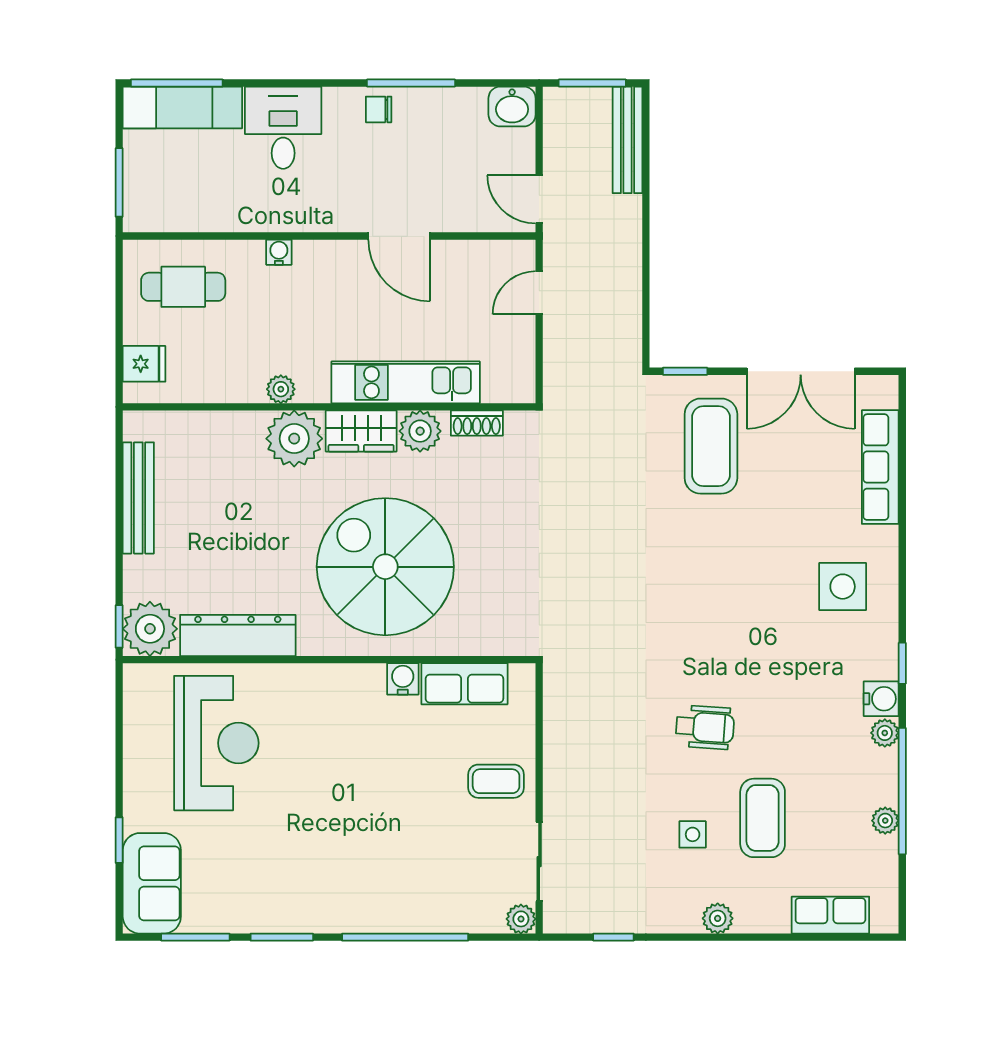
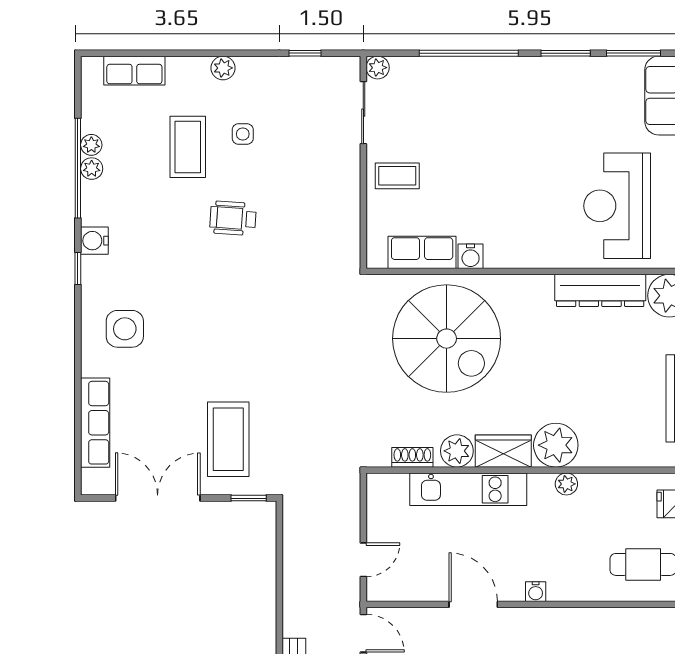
water cooler: (279, 252) -> (536, 592), moved
spiral stairs: (385, 567) -> (447, 339), moved
plant: (885, 733) -> (92, 169), moved

